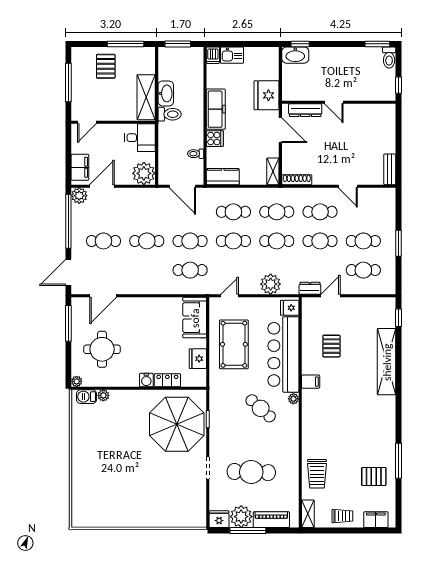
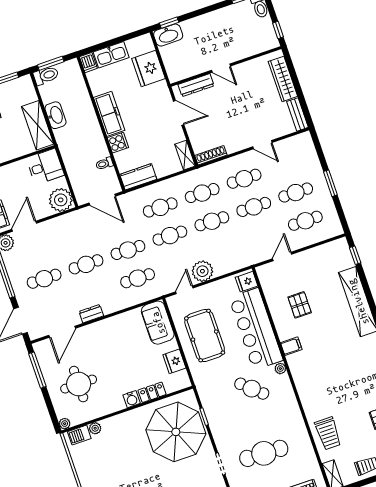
kitchen sink: (232, 55) -> (111, 55), width x1.38
fridge: (267, 95) -> (148, 69), moved
toilet: (170, 114) -> (46, 76), moved
wardrobe: (388, 132) -> (283, 79), added
plant: (271, 284) -> (202, 271), moved
dresser: (310, 288) -> (91, 314), moved

